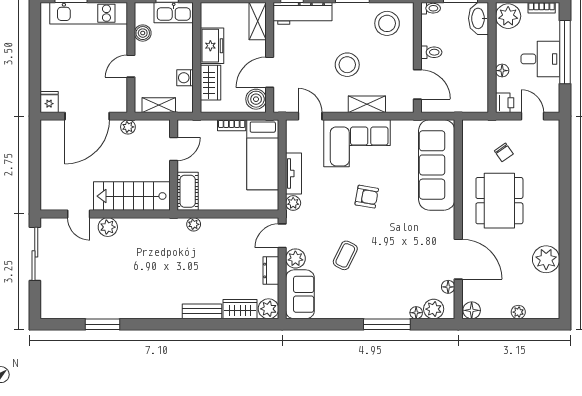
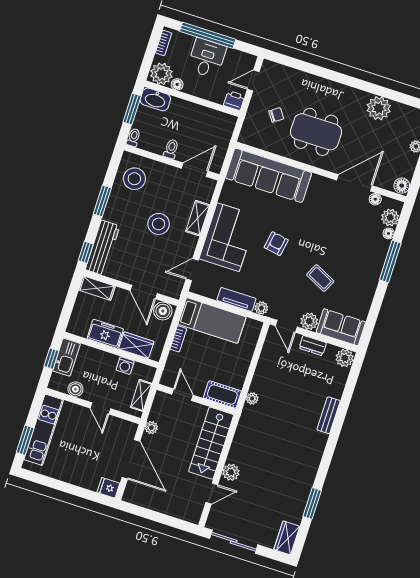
floor lamp: (502, 71) -> (177, 84), moved
wardrobe: (240, 309) -> (287, 538), moved

